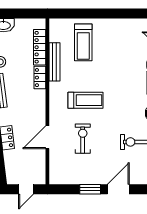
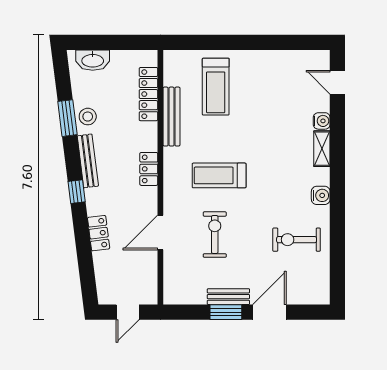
locker: (40, 78) -> (149, 169), moved
treadmill: (86, 100) -> (219, 175), turned 180
bench: (92, 179) -> (228, 297), added

